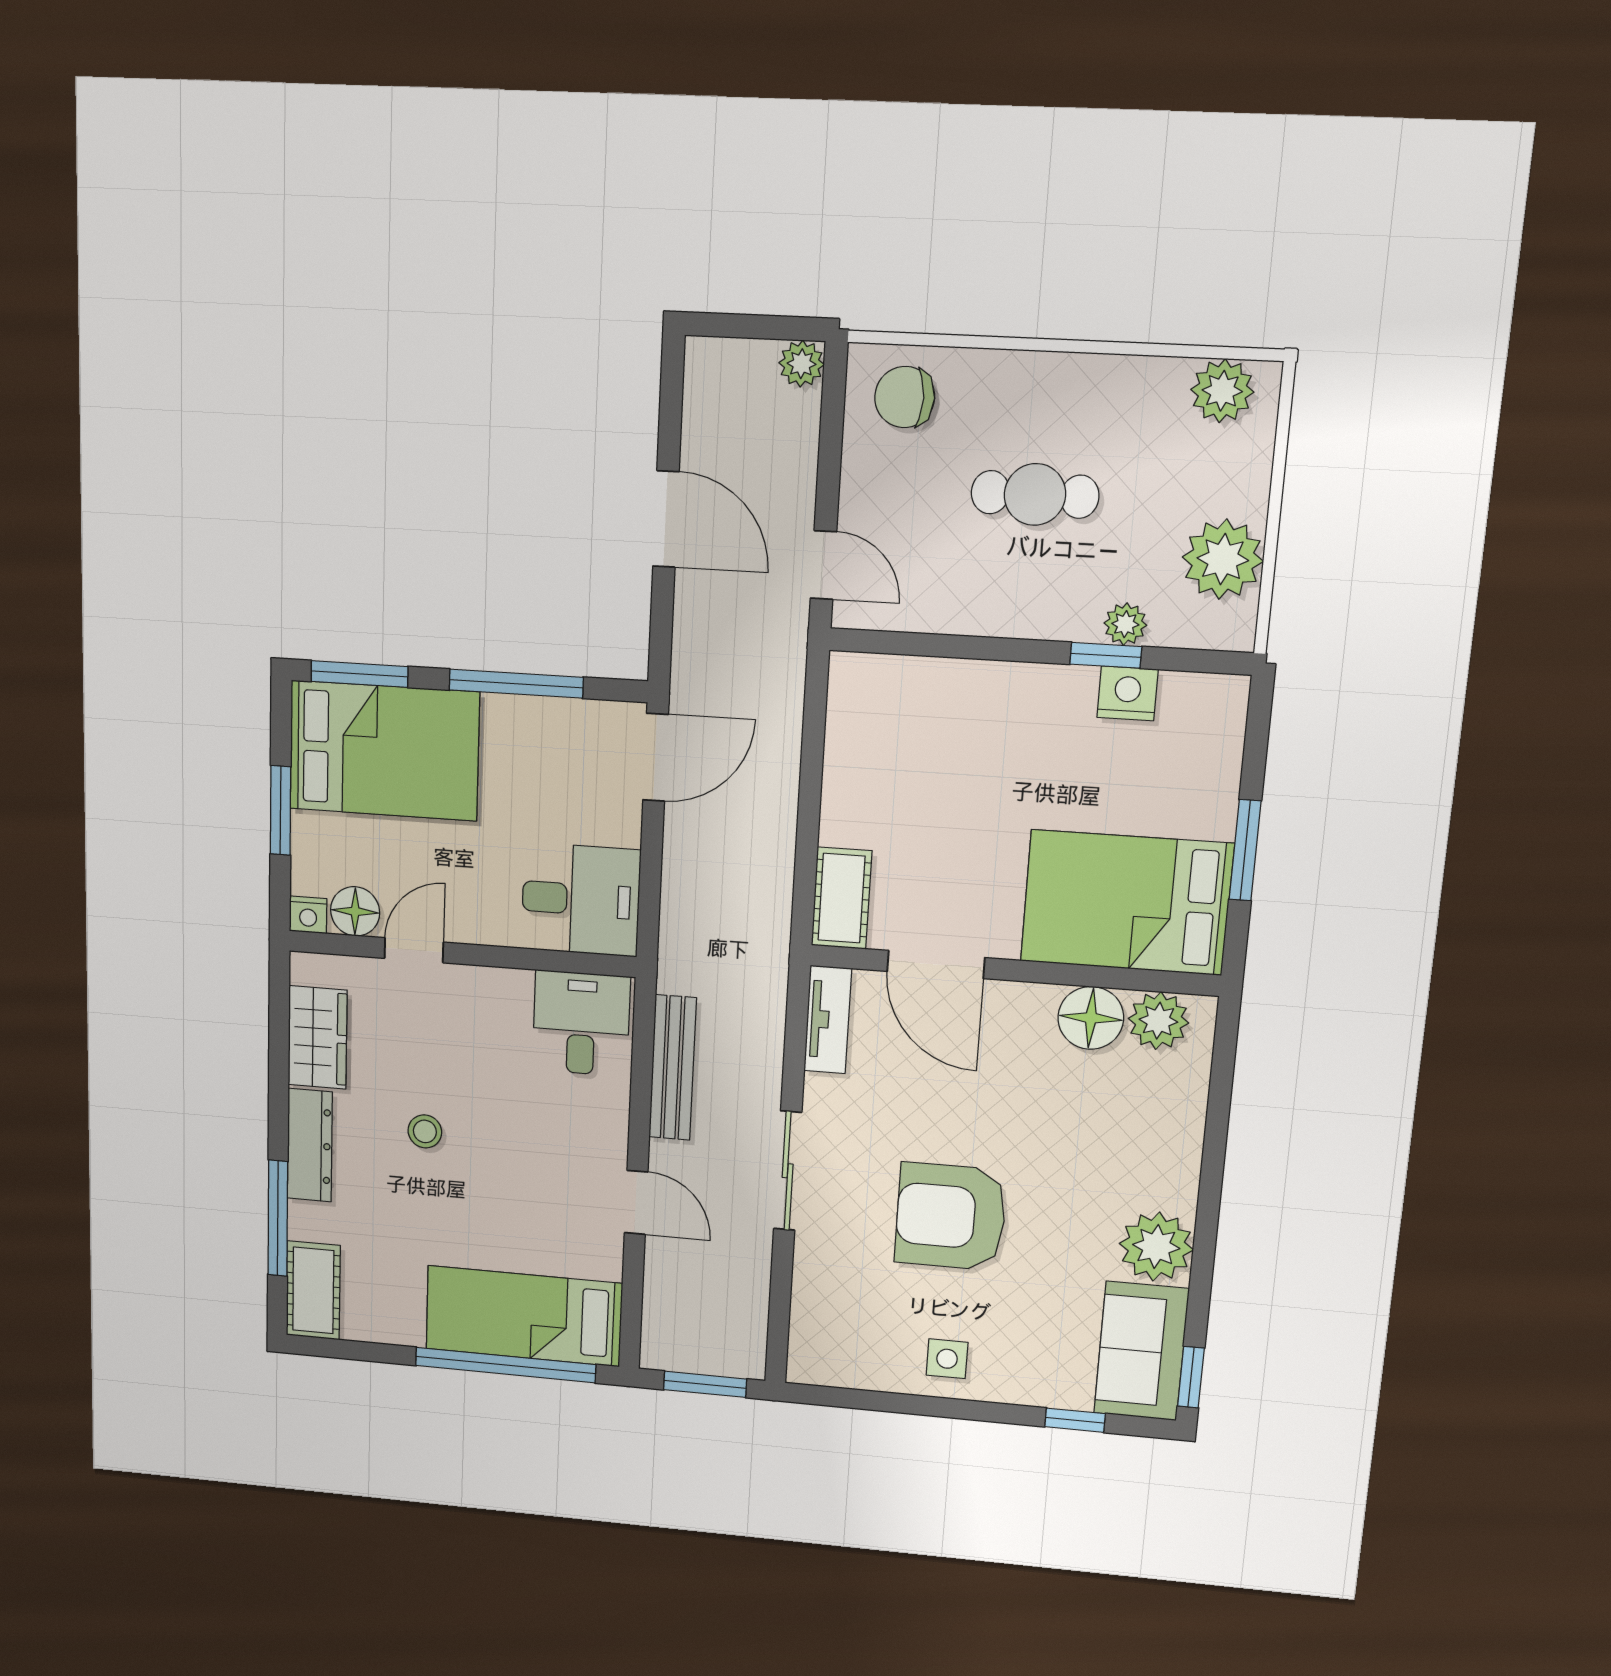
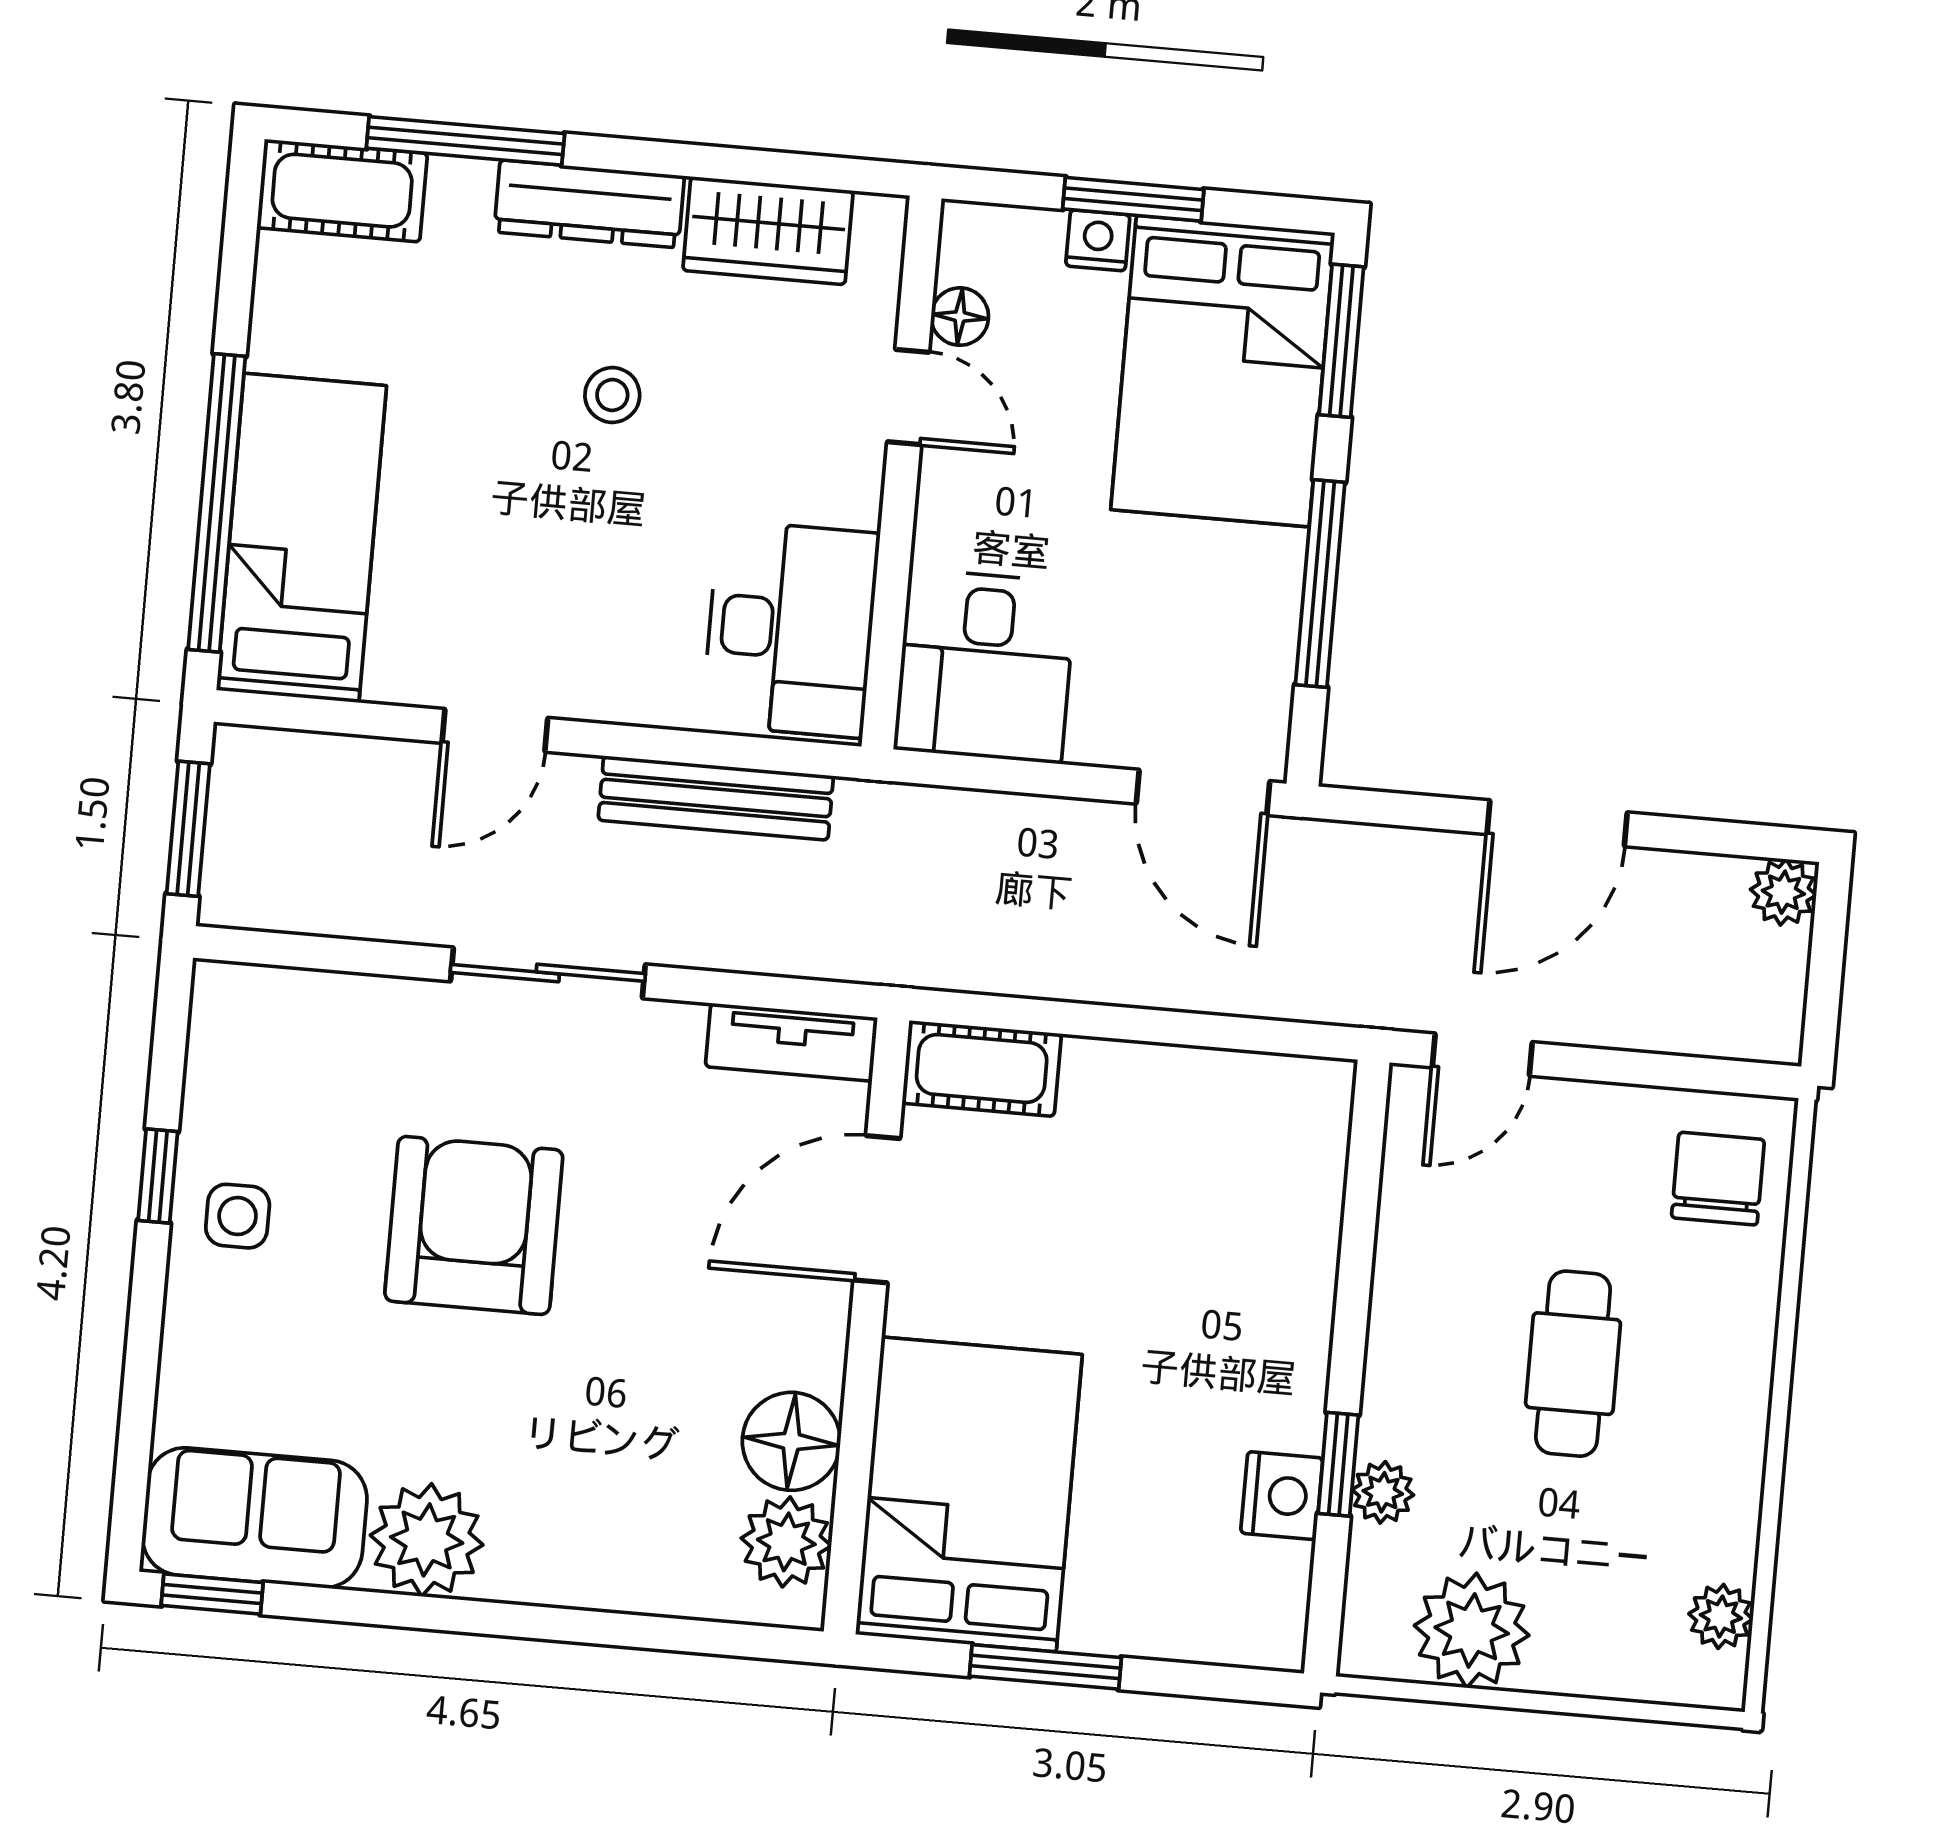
plant: (802, 364) -> (1783, 892), moved
plant: (1222, 391) -> (1721, 1616), width x0.73, depth x0.73
floor lamp: (355, 911) -> (960, 317), width x0.73, depth x0.73
nightstand: (308, 915) -> (1098, 240), moved, turned 90
desk: (581, 1023) -> (791, 629), width x1.37
window: (1075, 1420) -> (158, 1176), moved

